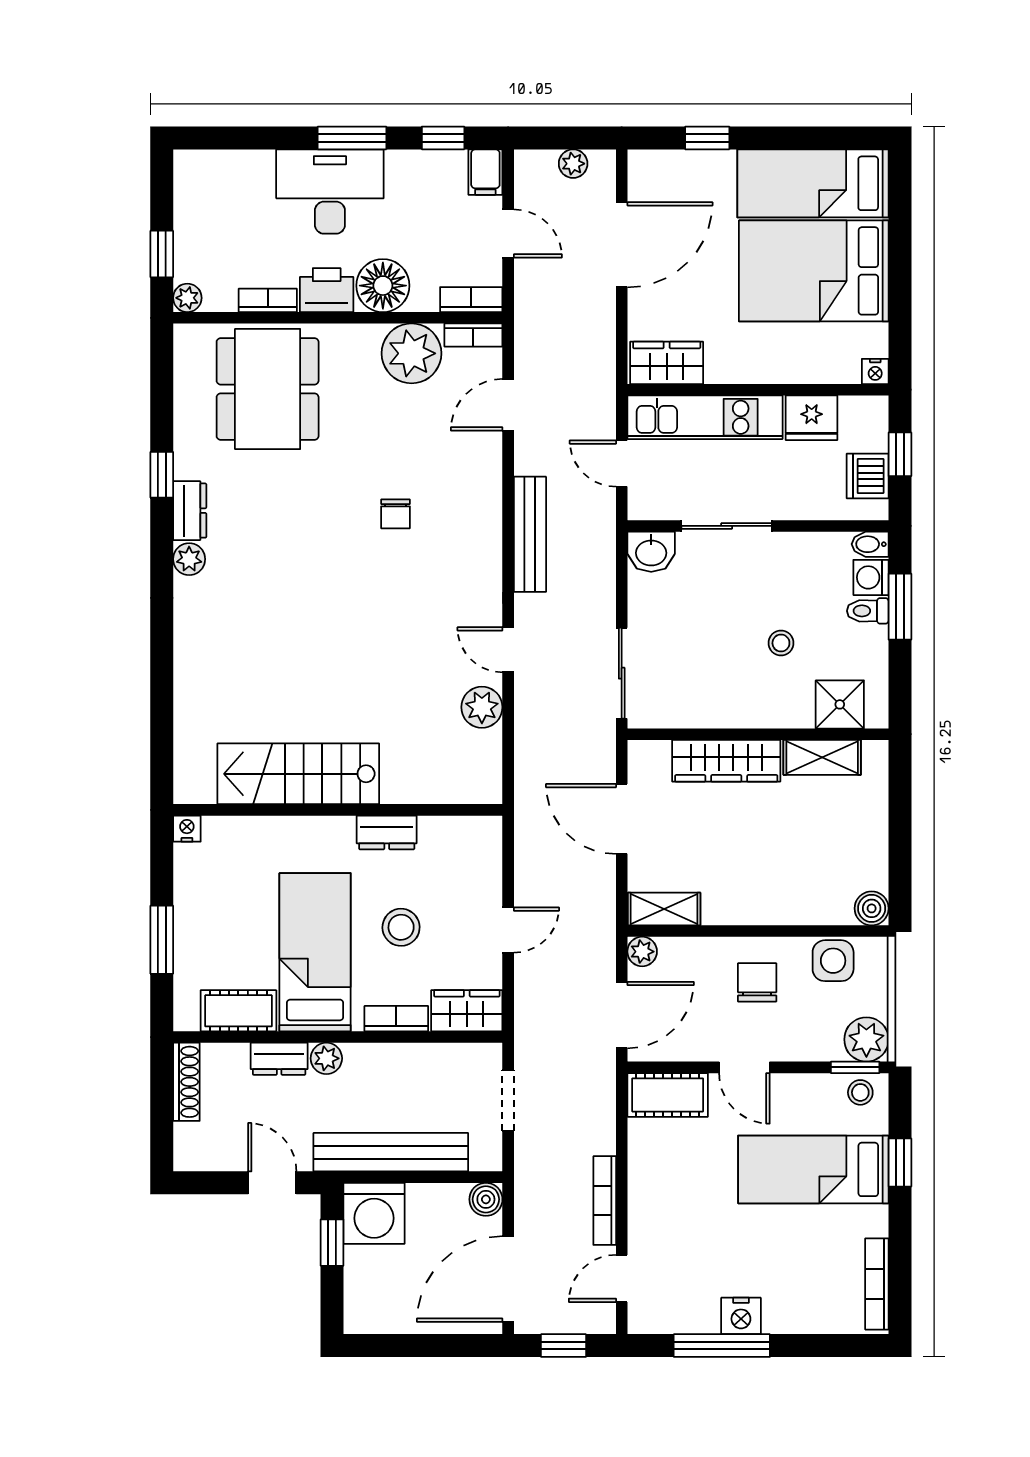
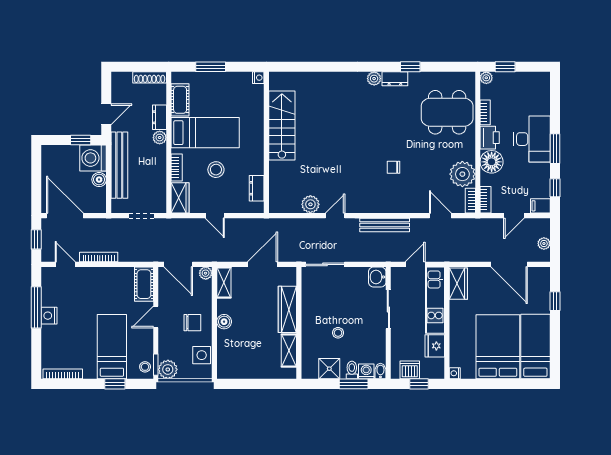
shower: (840, 704) -> (329, 369), moved
dresser: (387, 832) -> (257, 188), moved
boiler: (872, 908) -> (224, 322), moved
boiler: (486, 1199) -> (99, 180), moved

